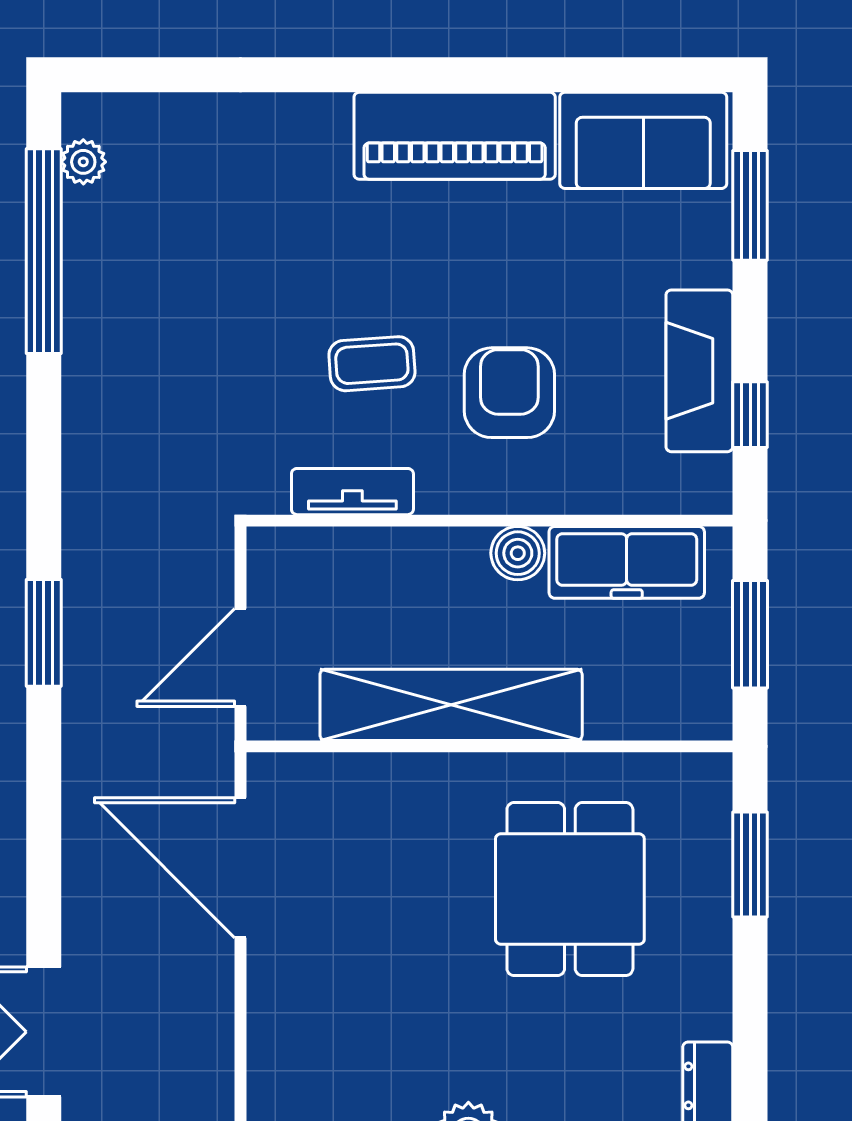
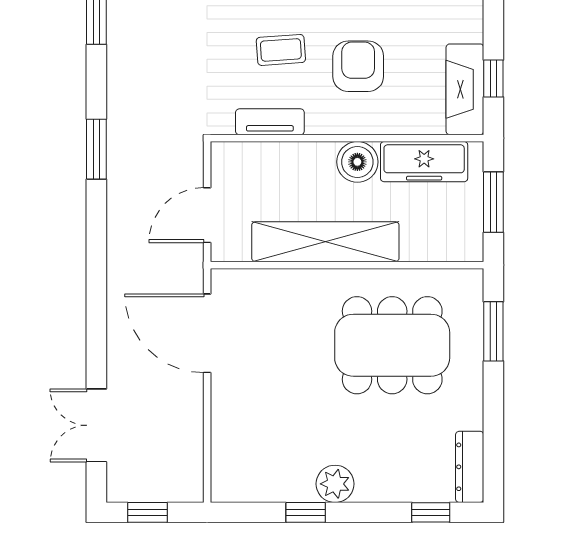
fireplace: (699, 371) -> (465, 89), moved
boiler: (518, 553) -> (357, 162), width x1.36, depth x1.36
window: (44, 633) -> (96, 149), moved
dining table: (570, 889) -> (392, 345), width x1.38

